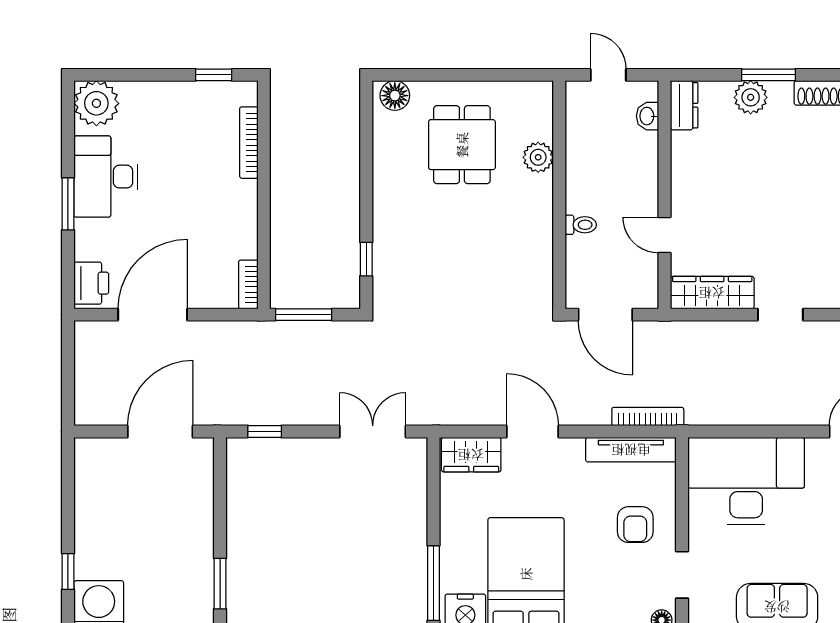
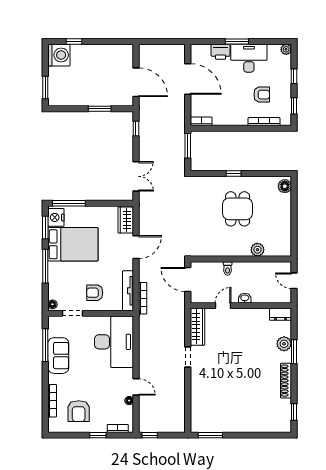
window: (147, 75) -> (294, 76), added
door: (608, 75) -> (294, 281), swing flipped
plant: (96, 103) -> (286, 49), width x0.53, depth x0.53
washbasin: (647, 116) -> (245, 298), moved
dining table: (462, 145) -> (238, 209), moved, turned 90
armchair: (188, 148) -> (262, 95), added
window: (366, 259) -> (234, 174), moved
printer: (91, 283) -> (221, 52), moved
door: (605, 315) -> (188, 280), hinge flipped
window: (220, 584) -> (100, 109), moved

